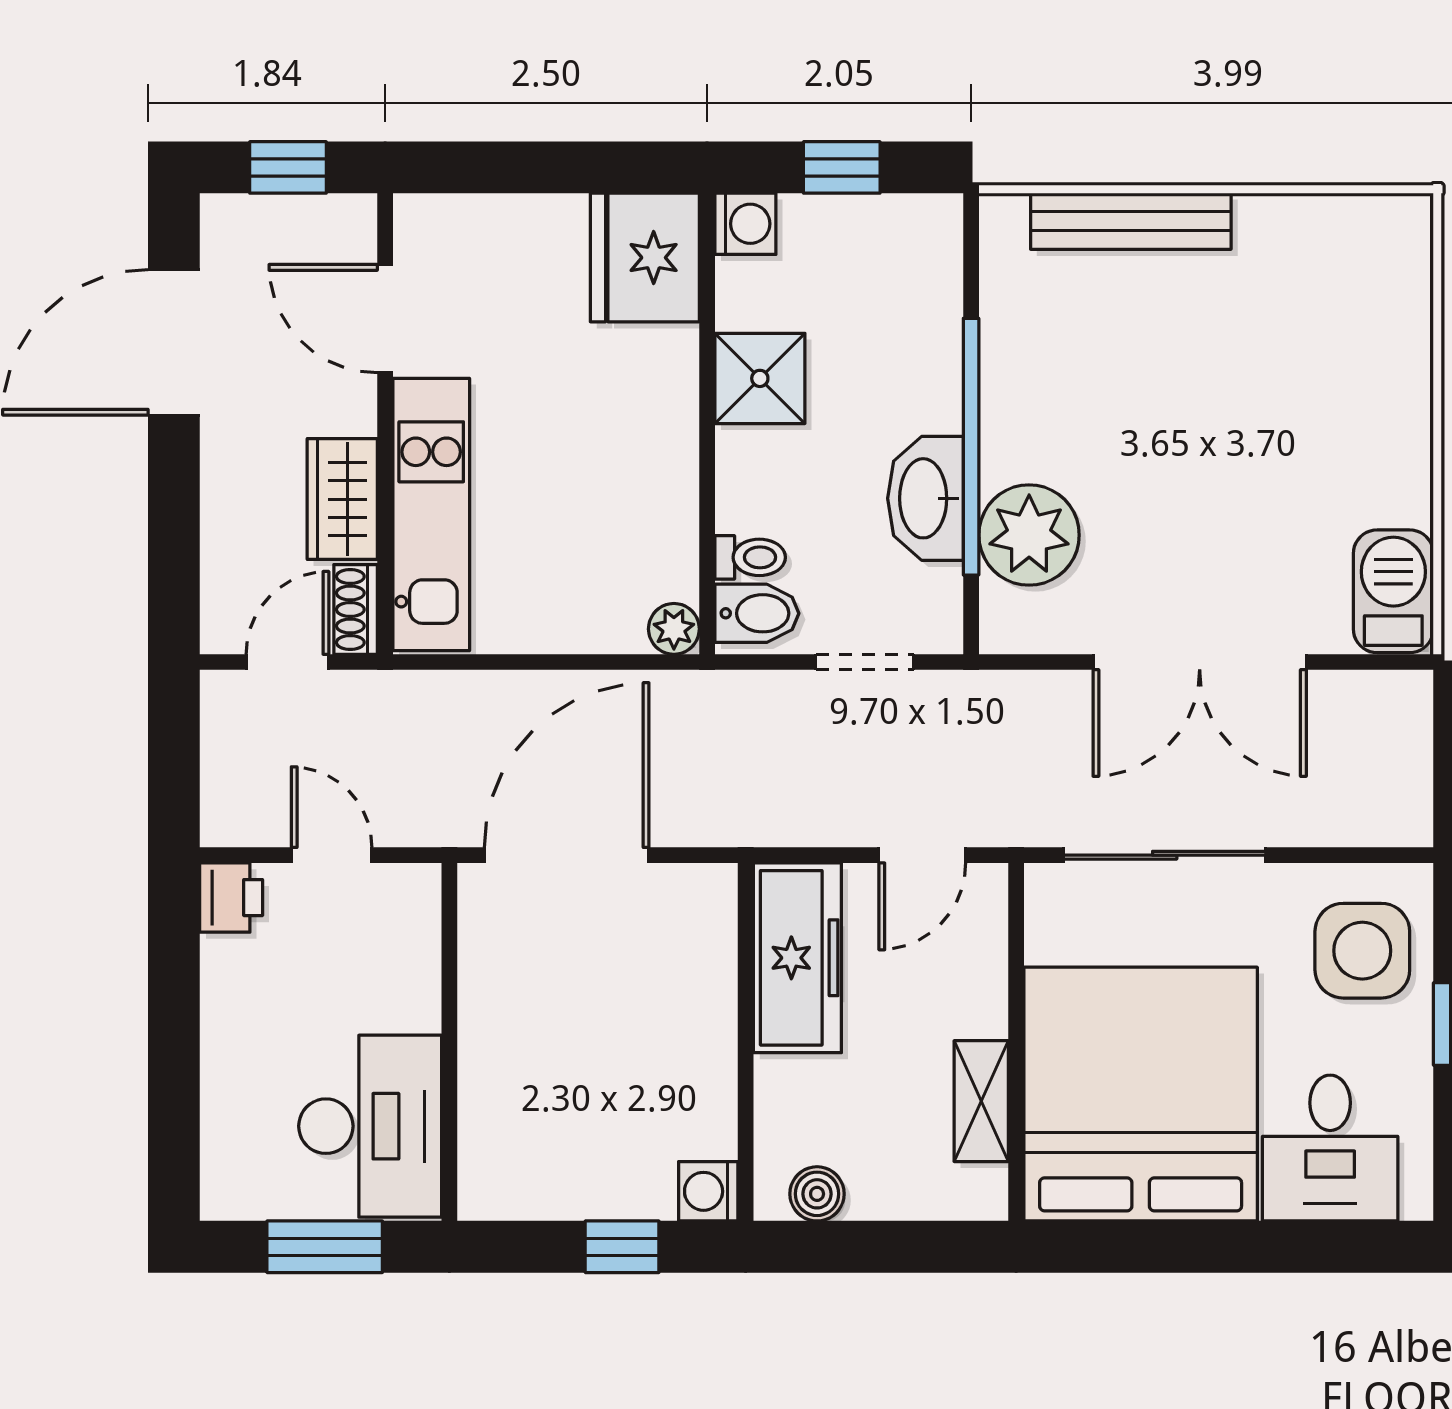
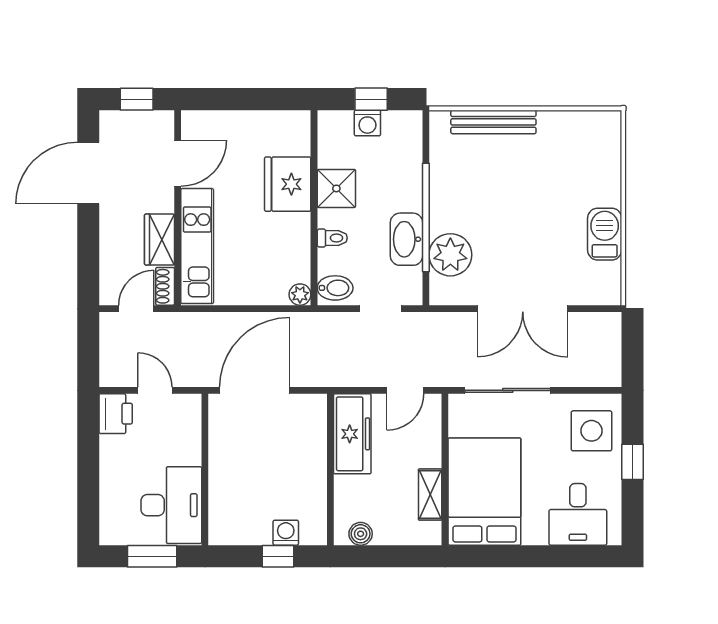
washing machine: (745, 224) -> (367, 123), moved, turned 90
fridge: (645, 258) -> (288, 184), moved
door: (385, 319) -> (178, 163), swing flipped
toilet: (750, 557) -> (332, 238), moved
barbecue: (1393, 591) -> (605, 234), moved
printer: (231, 898) -> (116, 414), width x1.36, depth x1.24
bed: (1141, 1094) -> (484, 492), width x0.73
washing machine: (708, 1191) -> (286, 533), moved, turned 90

